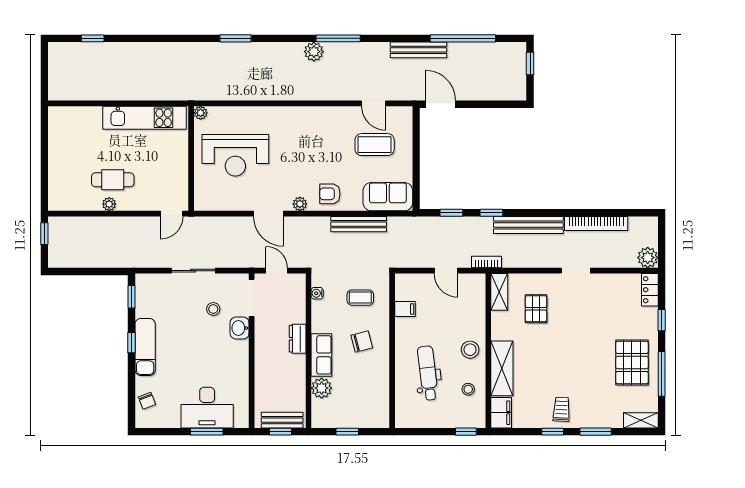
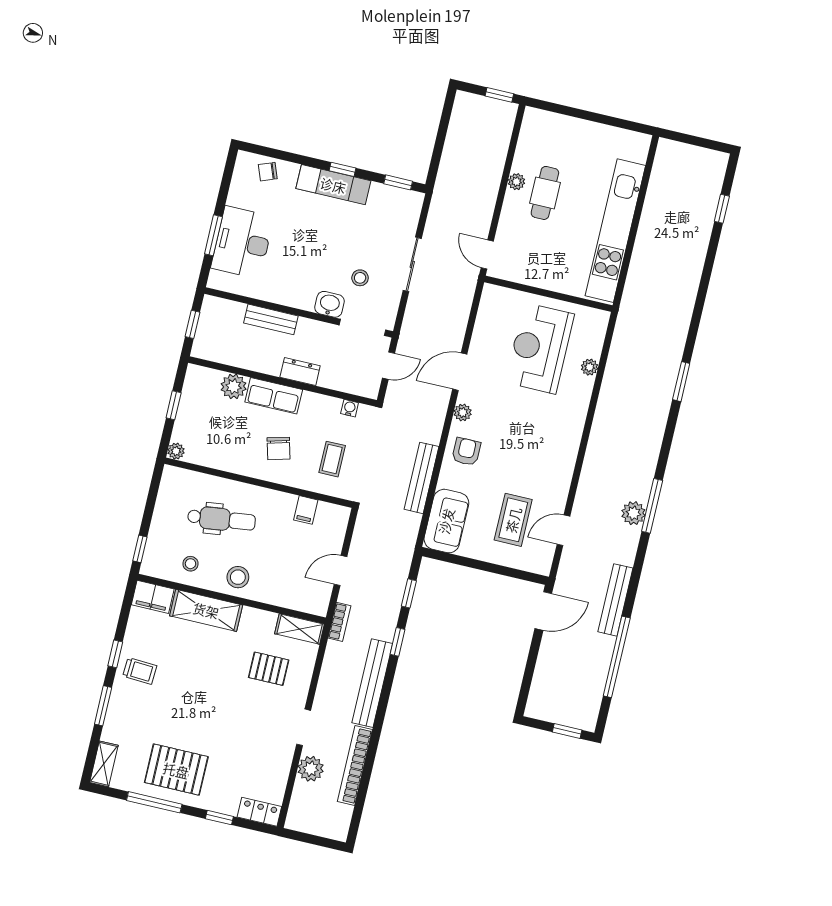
plant: (314, 52) -> (633, 513), moved
plant: (201, 113) -> (590, 367), moved
kitchen unit: (144, 118) -> (615, 231), width x1.36
plant: (648, 258) -> (311, 769), moved
bench: (282, 420) -> (271, 319), moved, turned 90
plant: (383, 421) -> (176, 451), added

